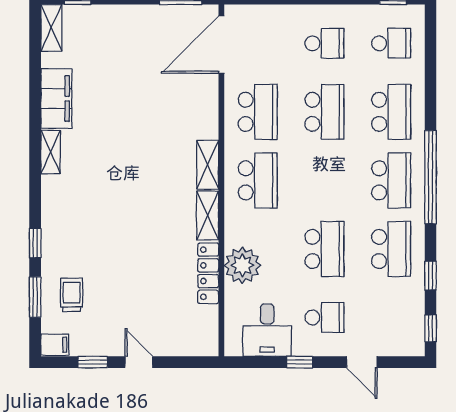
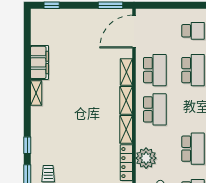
shelving: (51, 28) -> (126, 72), moved

